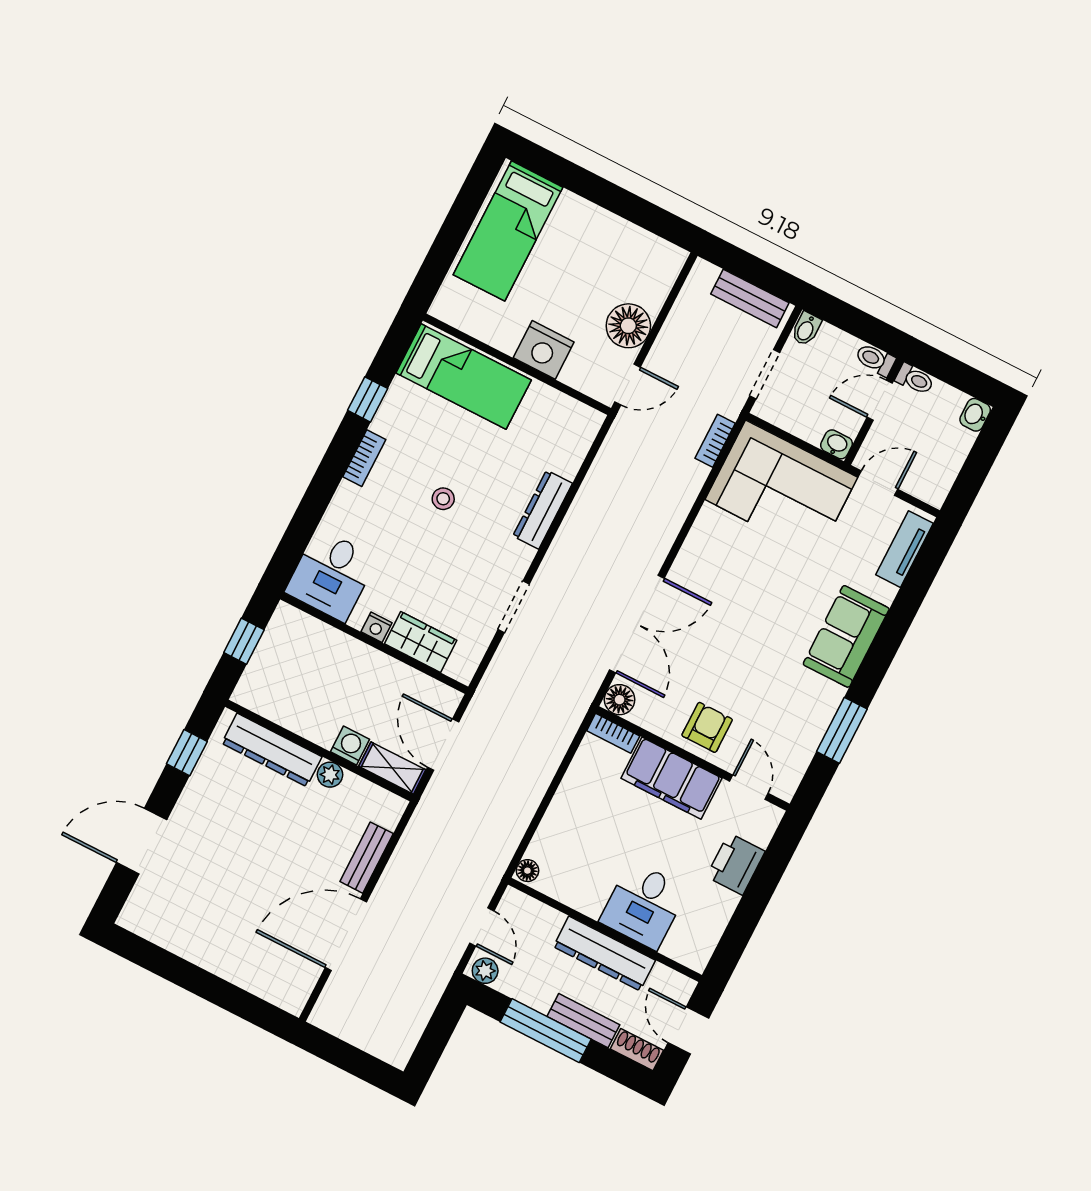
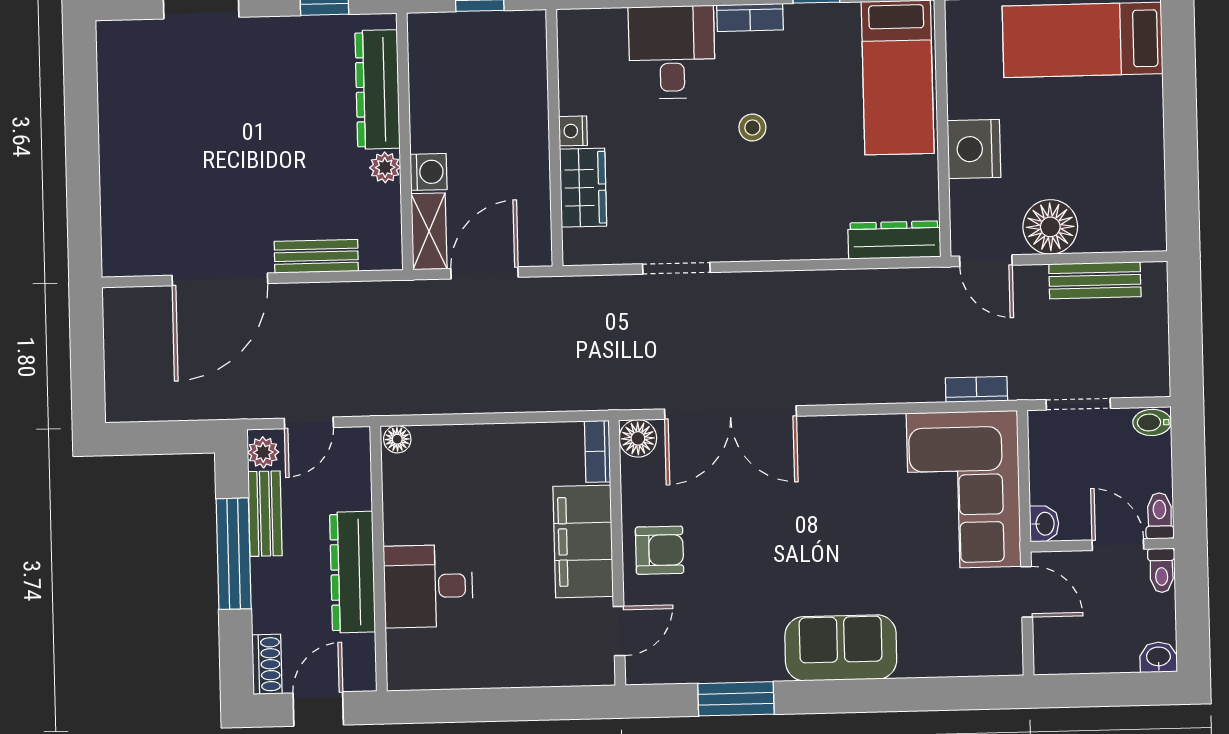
bench: (750, 298) -> (1095, 280), moved, turned 90
dresser: (543, 510) -> (894, 240), moved
tv unit: (905, 549) -> (970, 660), removed
desk: (331, 575) -> (672, 52), moved, turned 90
printer: (736, 864) -> (528, 662), removed
door: (346, 935) -> (220, 279), swing flipped
bench: (583, 1021) -> (265, 514), moved

